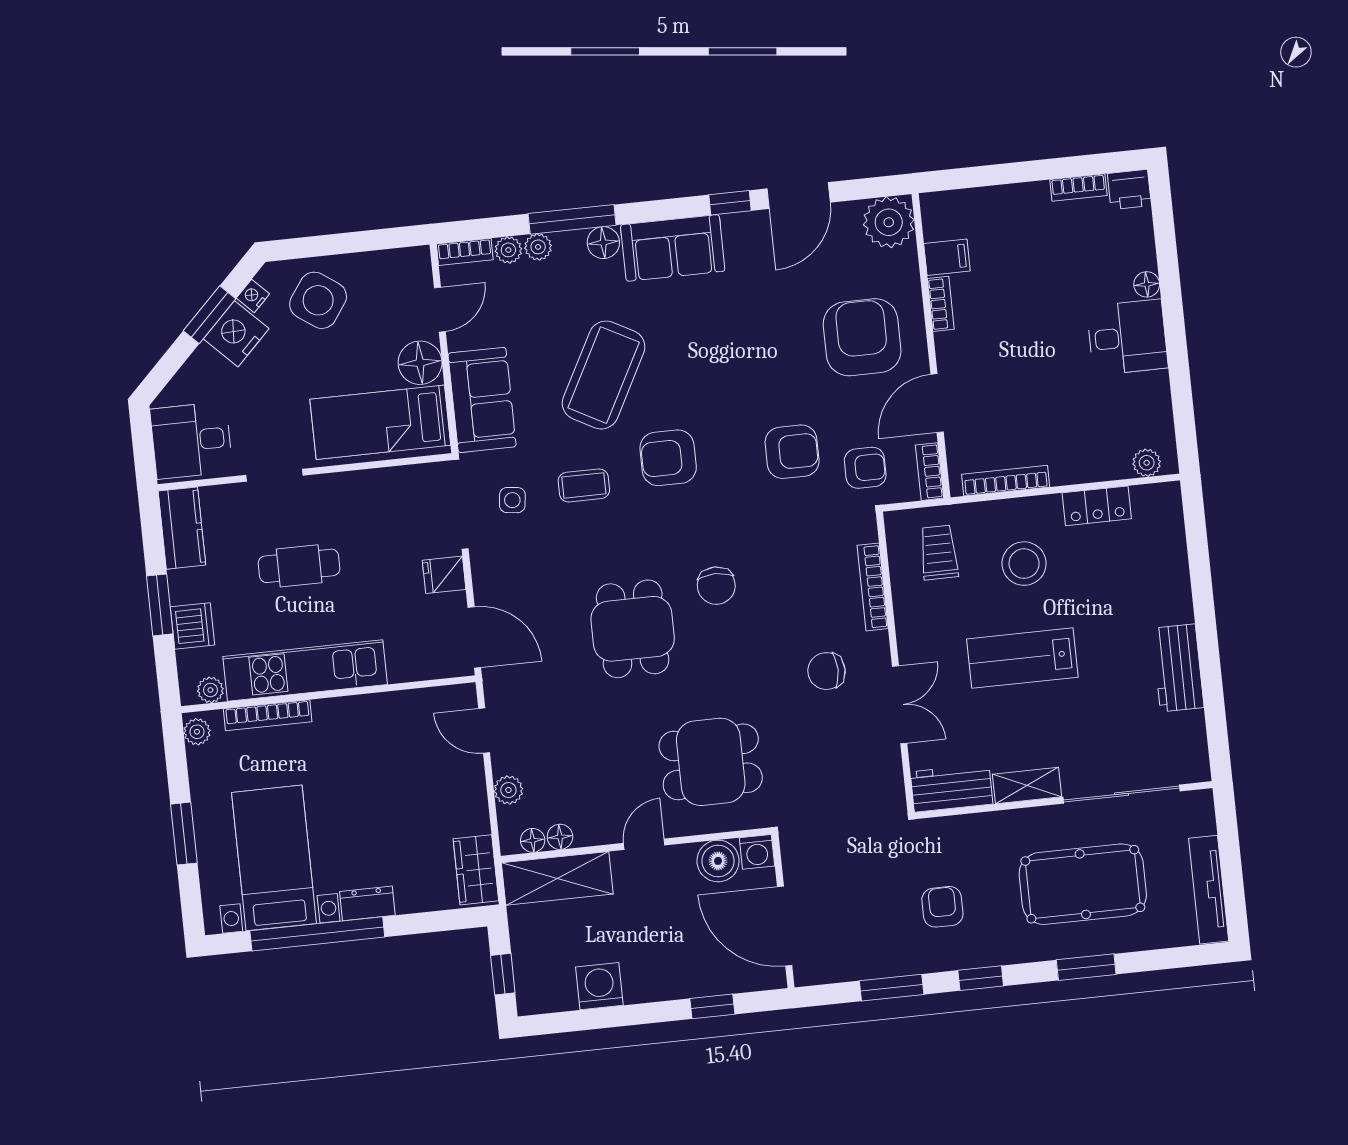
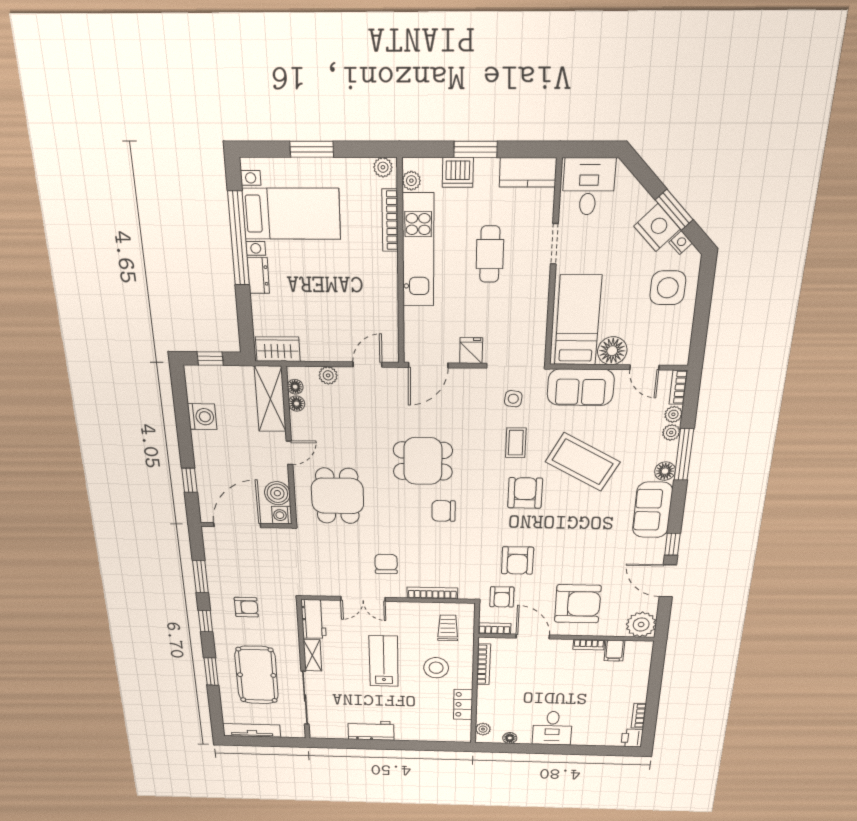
floor lamp: (1147, 284) -> (510, 738), moved
side table: (318, 300) -> (668, 288), turned -35
trolley: (939, 553) -> (448, 628), turned -90
door: (644, 844) -> (289, 453), hinge flipped

